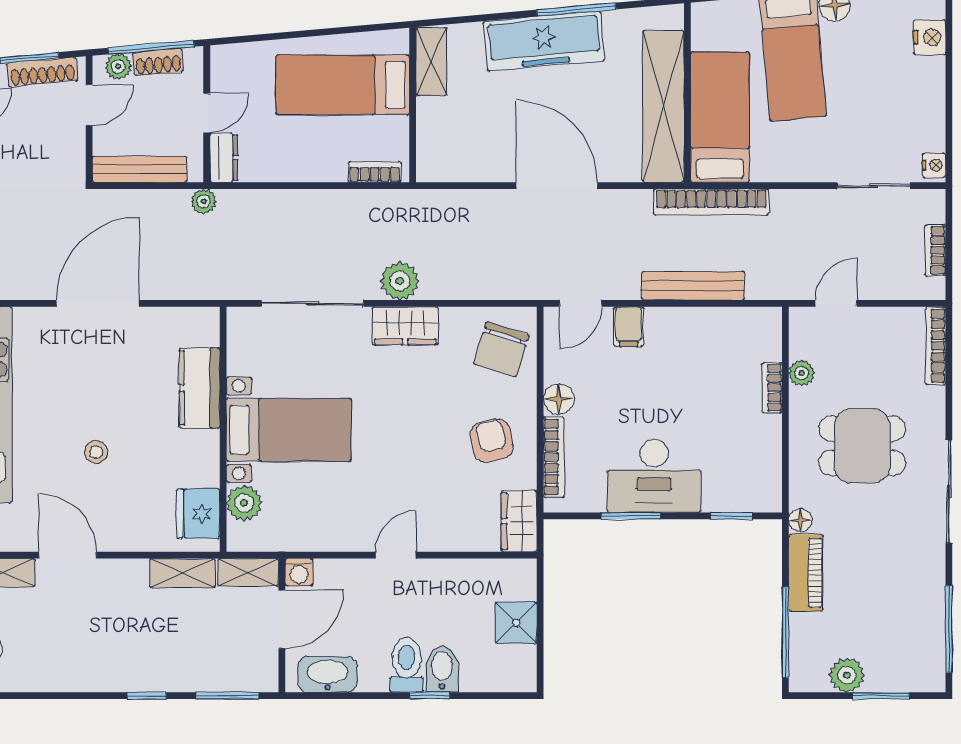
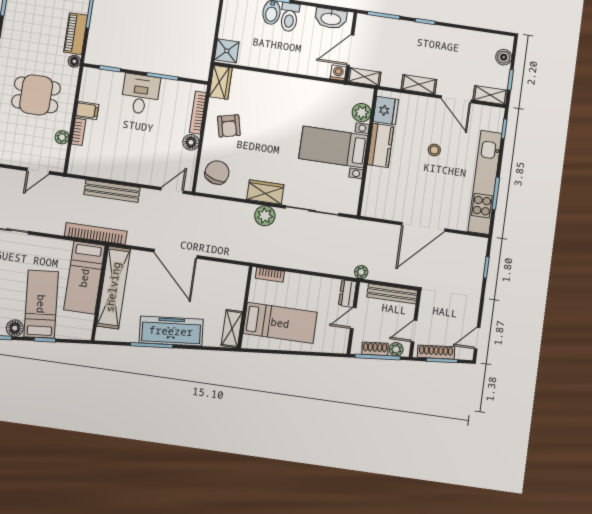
filing cabinet: (629, 327) -> (87, 111), moved, turned 90
kitchen counter: (200, 388) -> (381, 145), moved
desk: (654, 476) -> (140, 94), width x0.73
door: (396, 555) -> (287, 74), removed
shelving: (182, 573) -> (419, 84), moved
shower: (516, 623) -> (227, 51), moved

